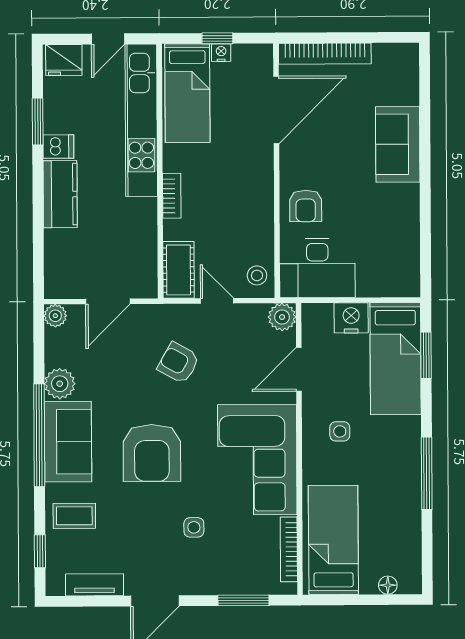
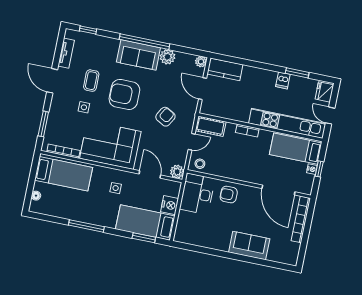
kitchen counter: (60, 194) -> (225, 69), moved
coffee table: (74, 516) -> (91, 81), moved

